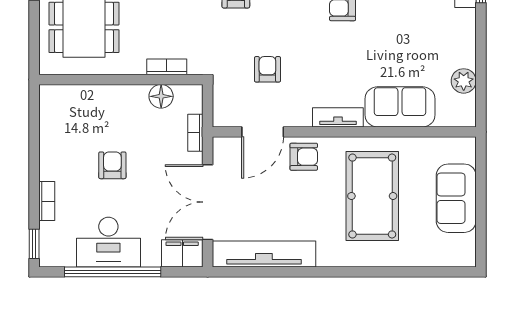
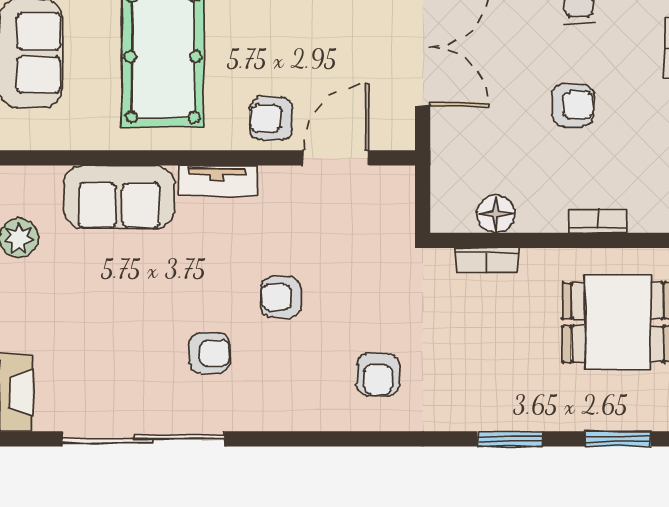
armchair: (267, 69) -> (281, 297), moved, turned 90
bookcase: (195, 133) -> (597, 221), moved, turned -90
armchair: (112, 165) -> (573, 105), turned -90

